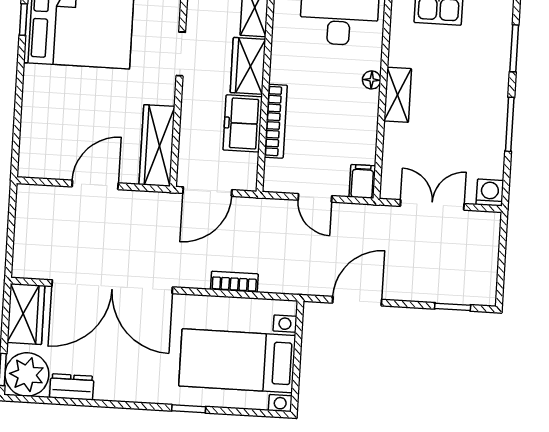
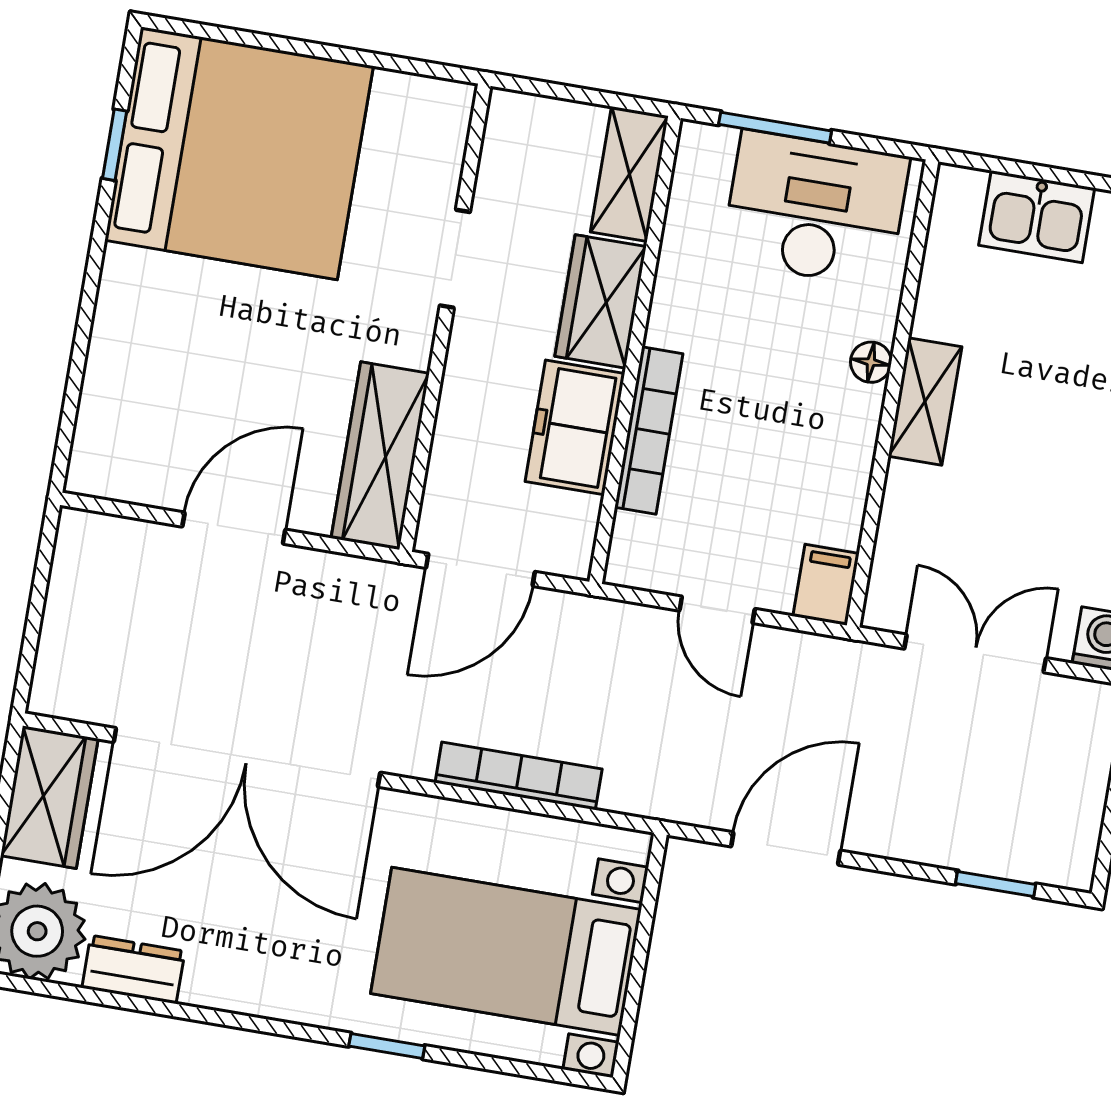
bookcase: (234, 282) -> (519, 776), width x1.56

